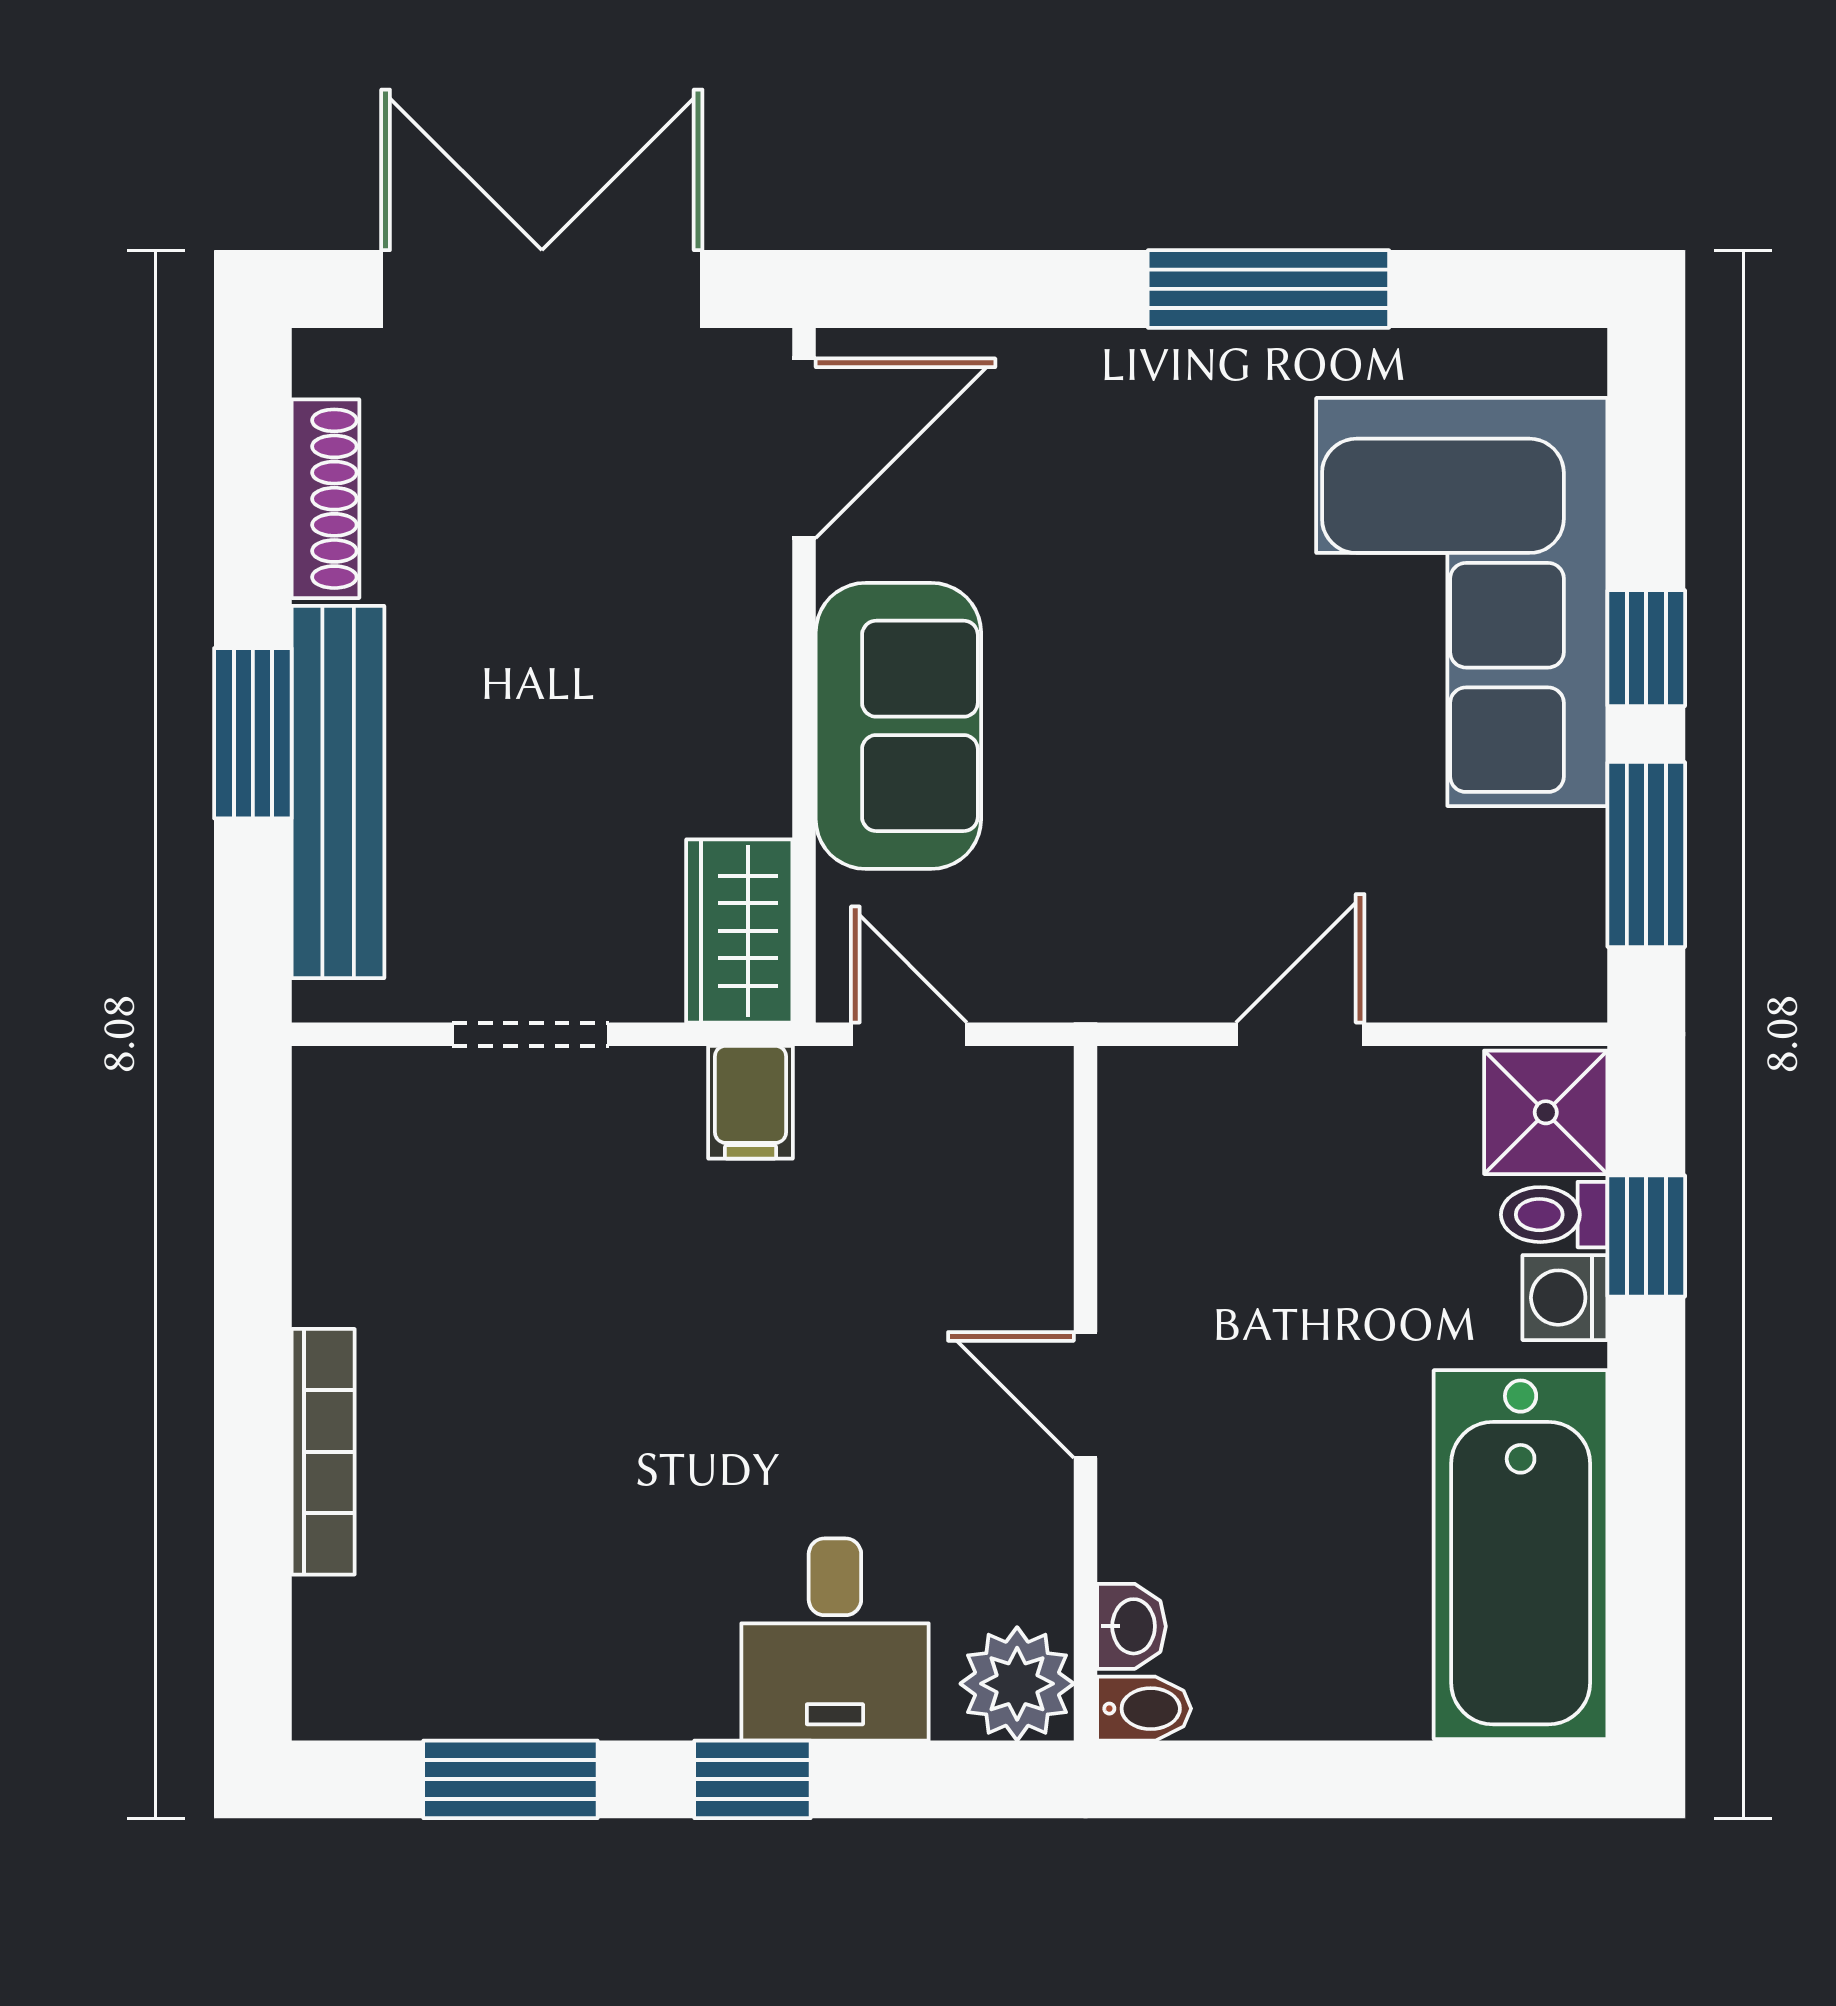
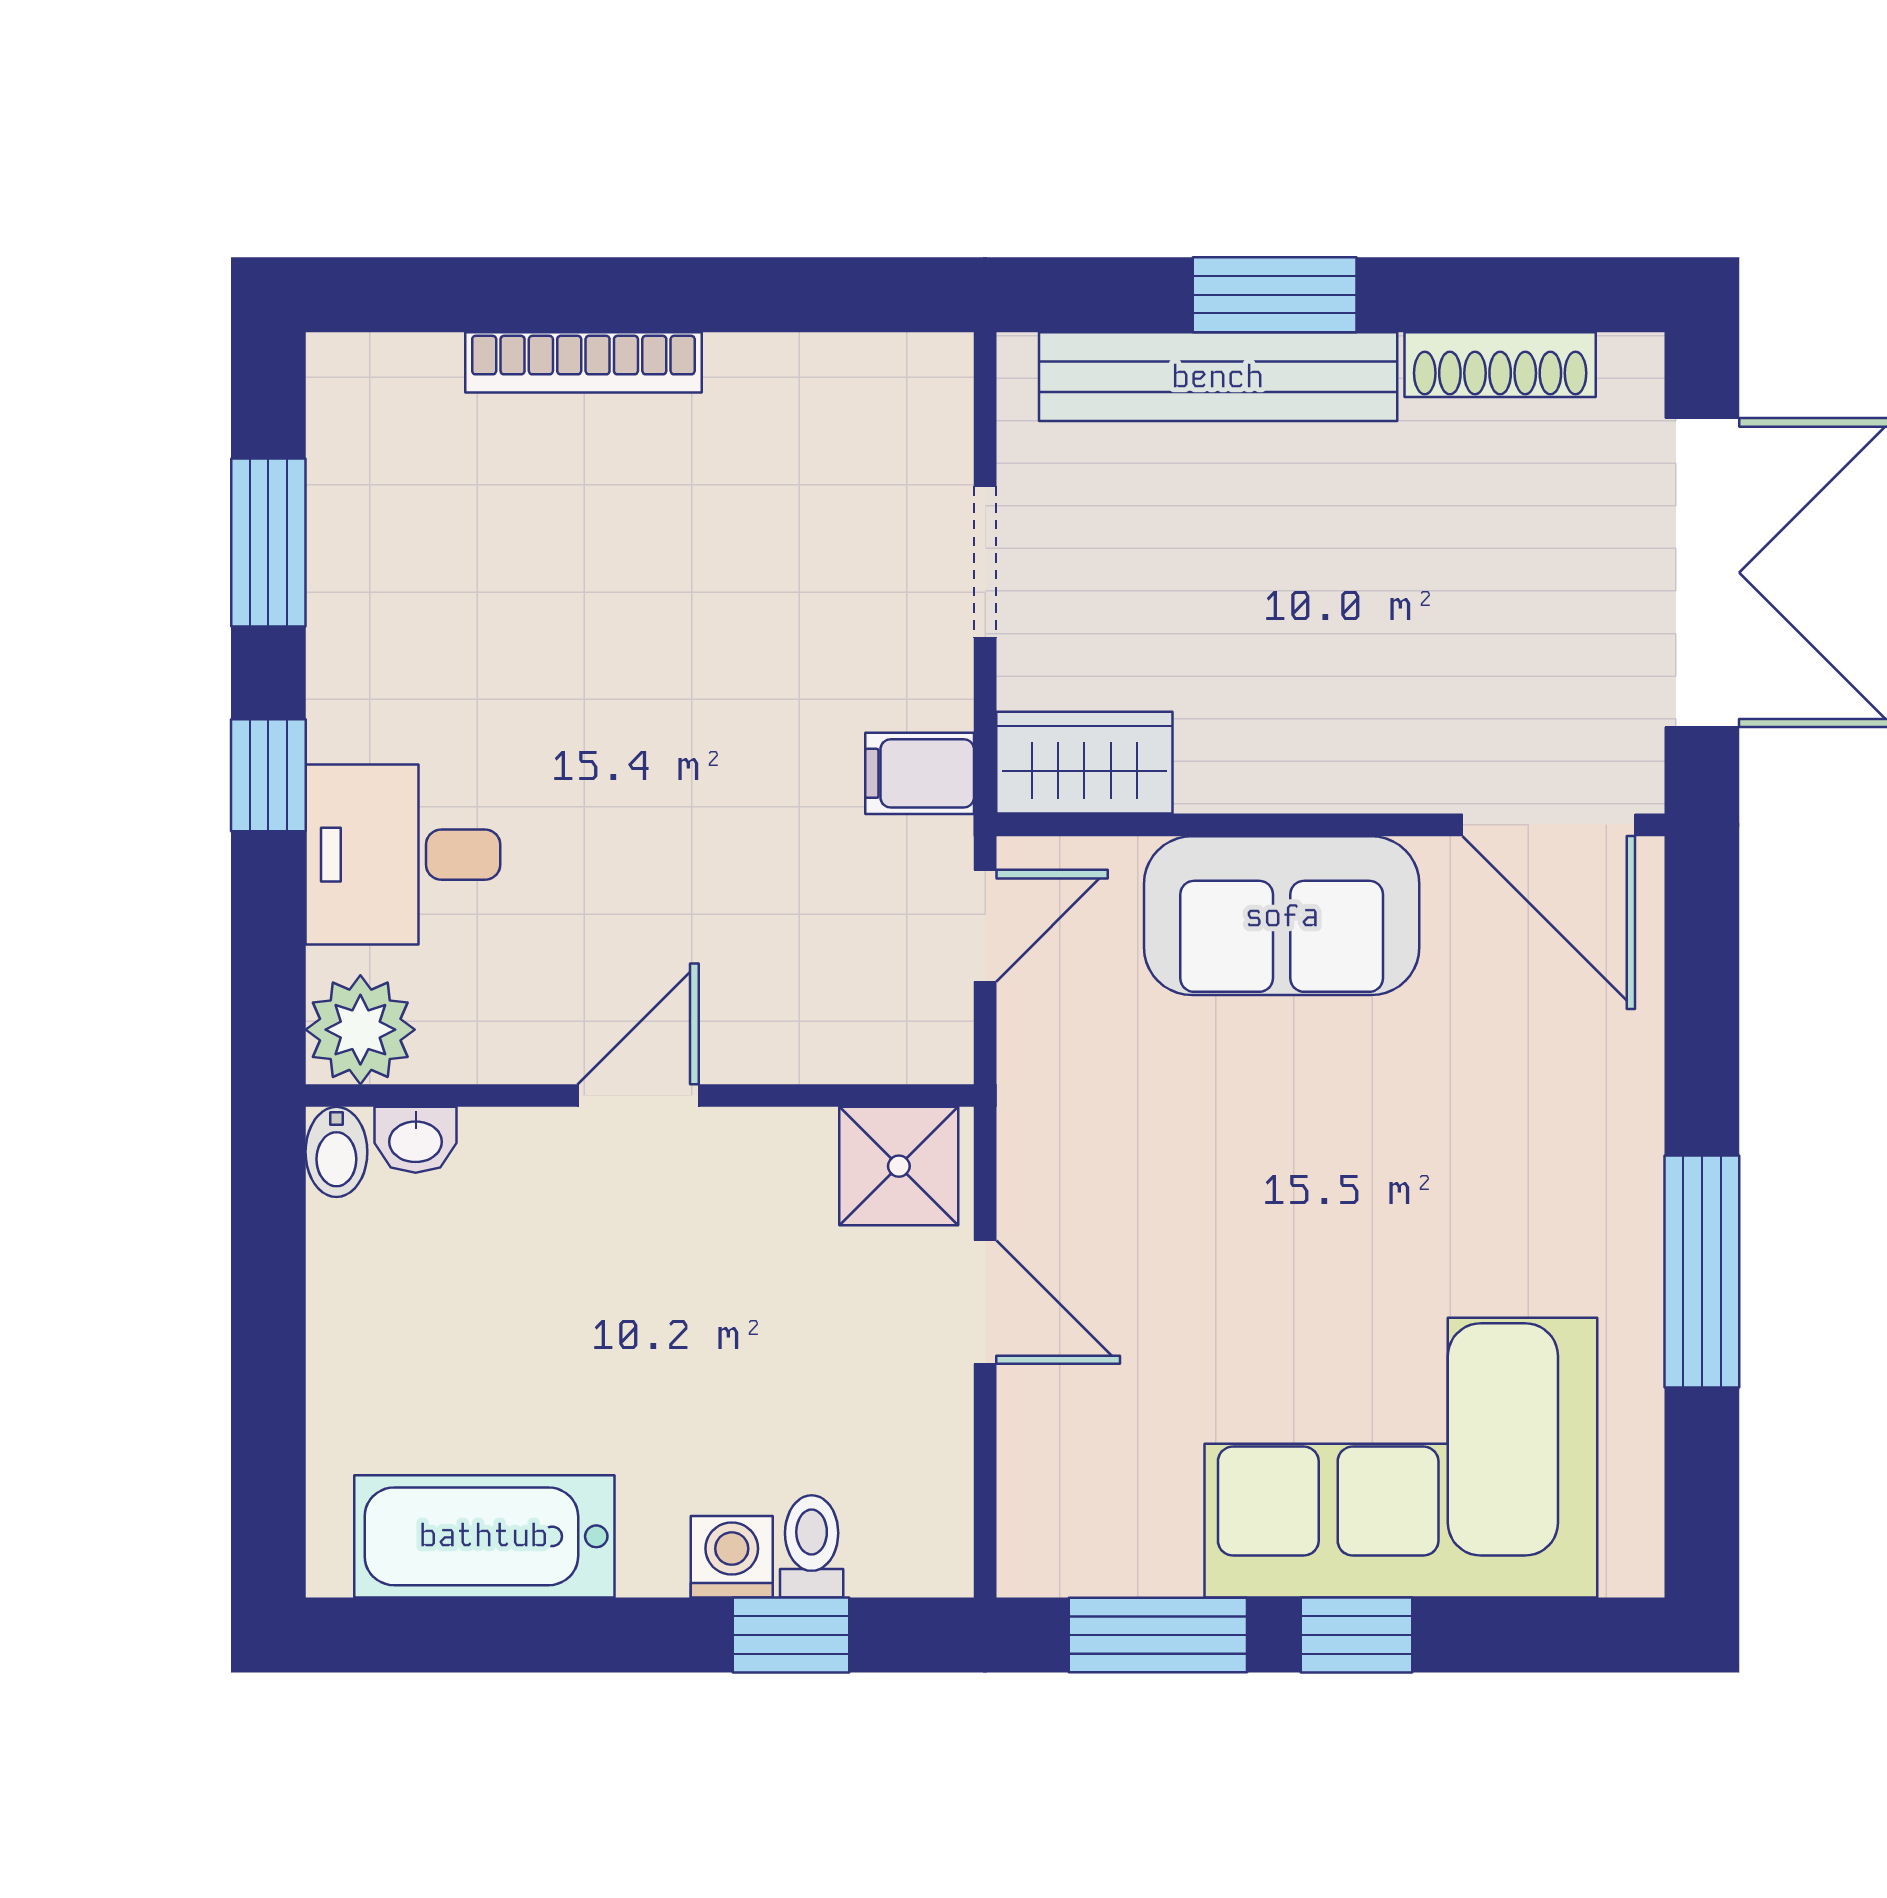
shower: (1546, 1112) -> (899, 1166), moved
bathtub: (1521, 1555) -> (484, 1536), width x0.73, depth x0.73

